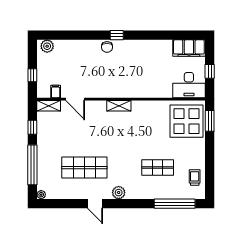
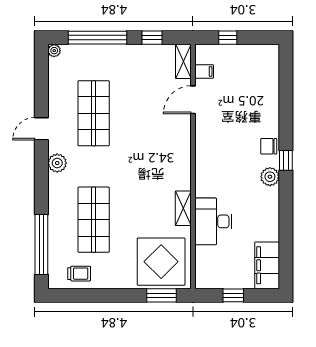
plant: (47, 46) -> (270, 177), moved
desk: (189, 85) -> (213, 221), moved
shelving: (119, 106) -> (183, 208), moved
shop shelf: (158, 168) -> (94, 220), width x1.43, depth x1.36

